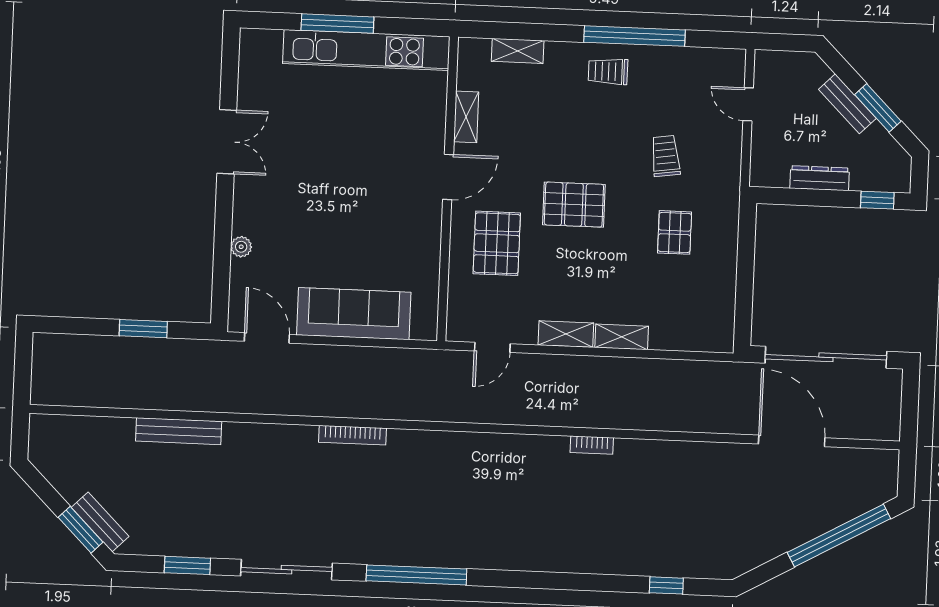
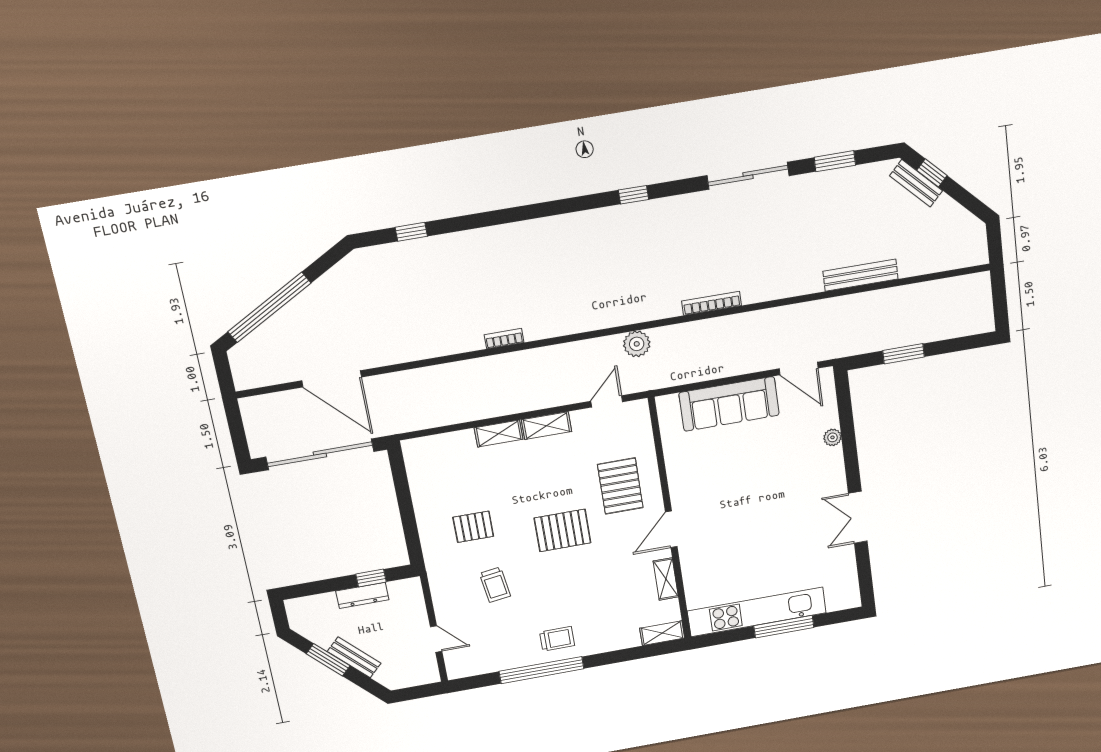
shelving: (518, 51) -> (662, 633), moved
window: (877, 200) -> (371, 578), moved
pallet: (675, 232) -> (473, 527), turned 90
plant: (445, 407) -> (637, 344), added
window: (81, 530) -> (932, 173), width x0.67
window: (416, 575) -> (634, 195), width x0.32

